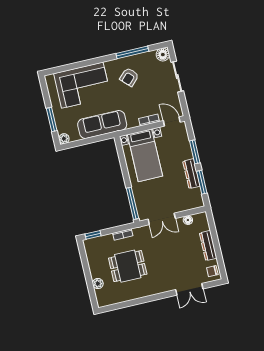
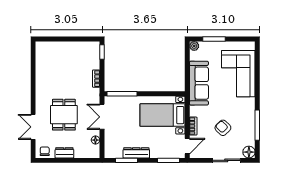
armchair: (129, 77) -> (223, 128), moved
window: (195, 152) -> (169, 160), moved
dresser: (208, 246) -> (64, 153), width x0.70
dining table: (128, 266) -> (64, 115), moved
plant: (98, 284) -> (57, 46), removed

